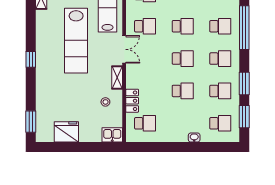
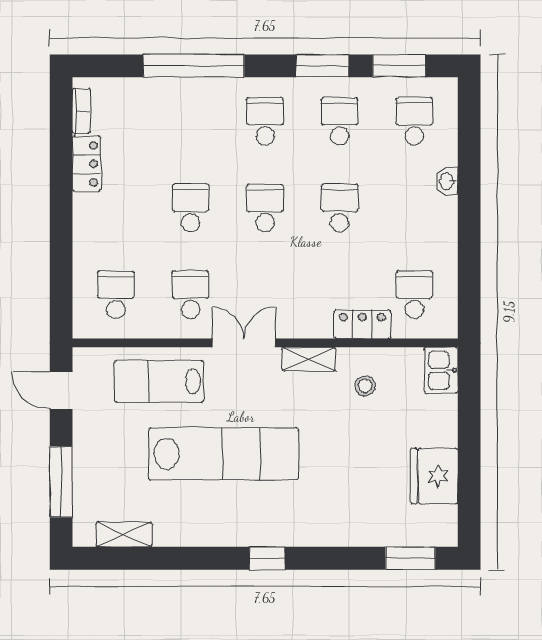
school desk: (220, 26) -> (190, 121), removed

